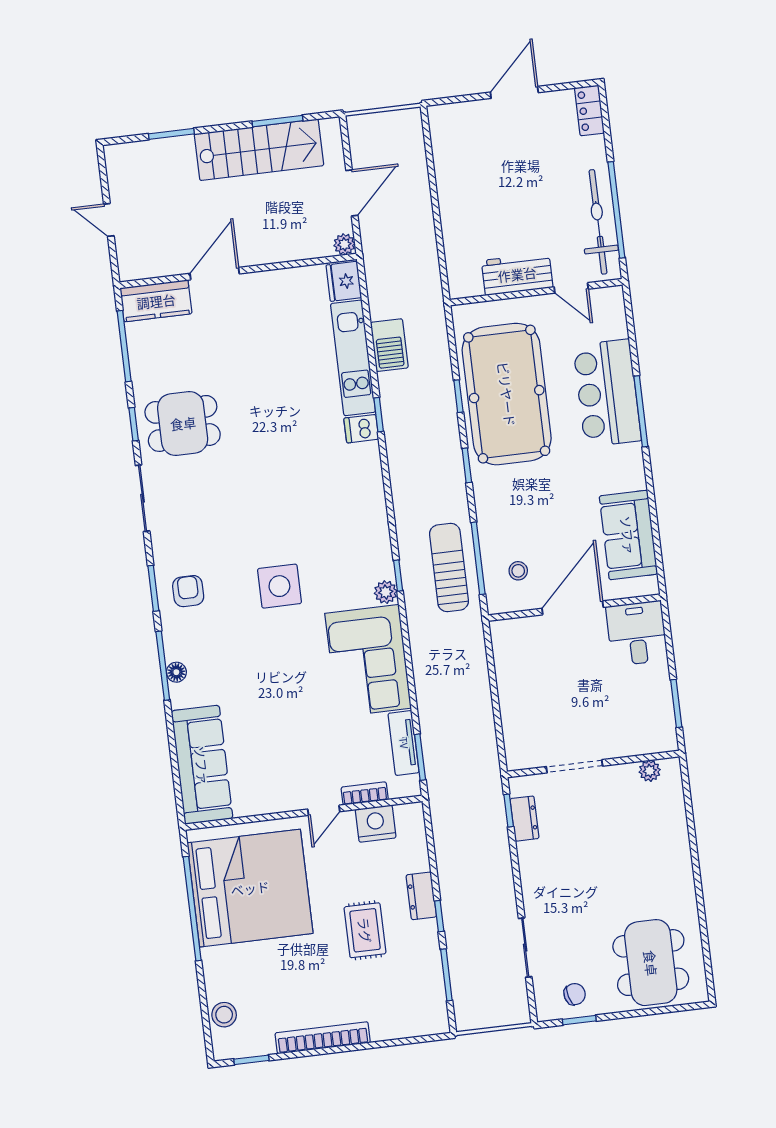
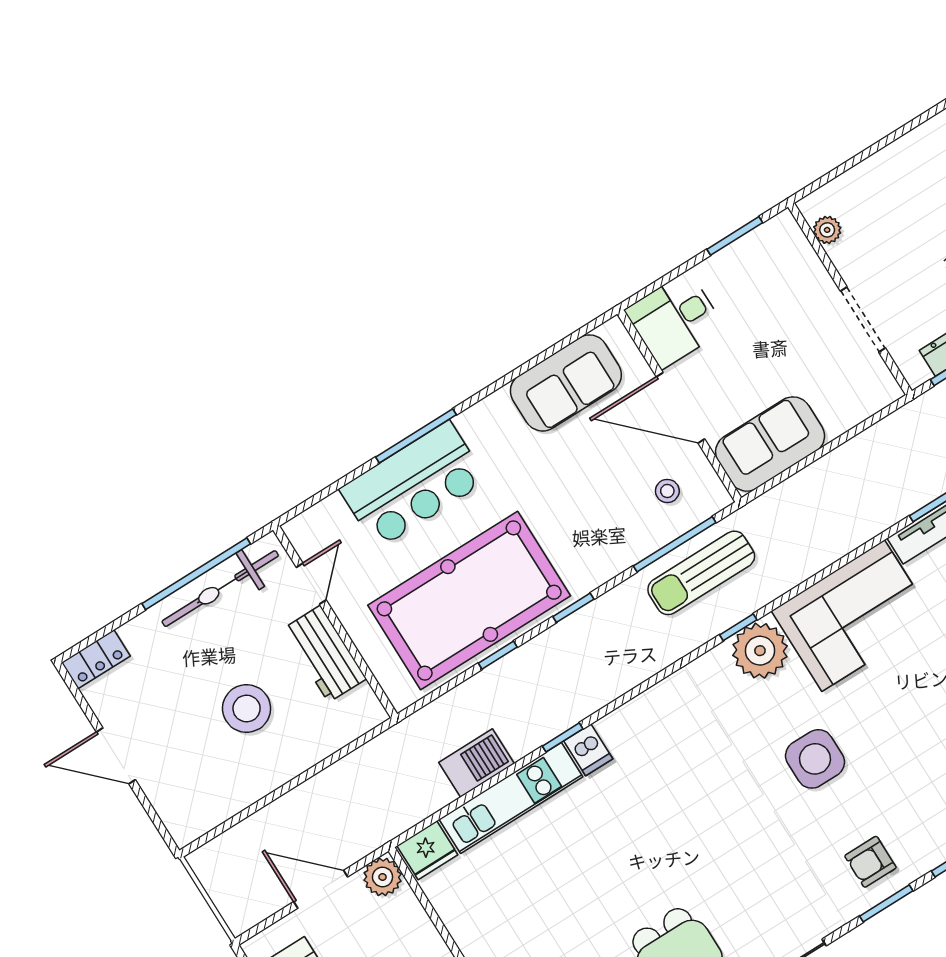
stool: (504, 201) -> (247, 708), added
plant: (344, 244) -> (383, 877), width x1.38, depth x1.38
plant: (386, 592) -> (760, 651), width x1.88, depth x1.88
sofa: (517, 659) -> (770, 444), added

